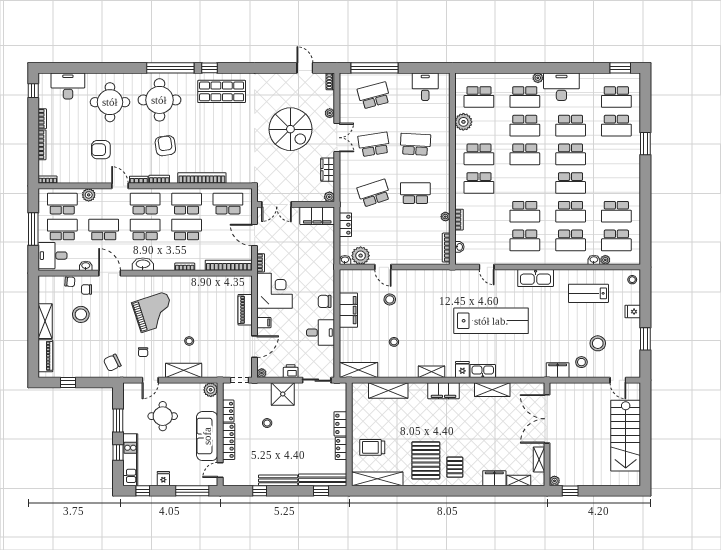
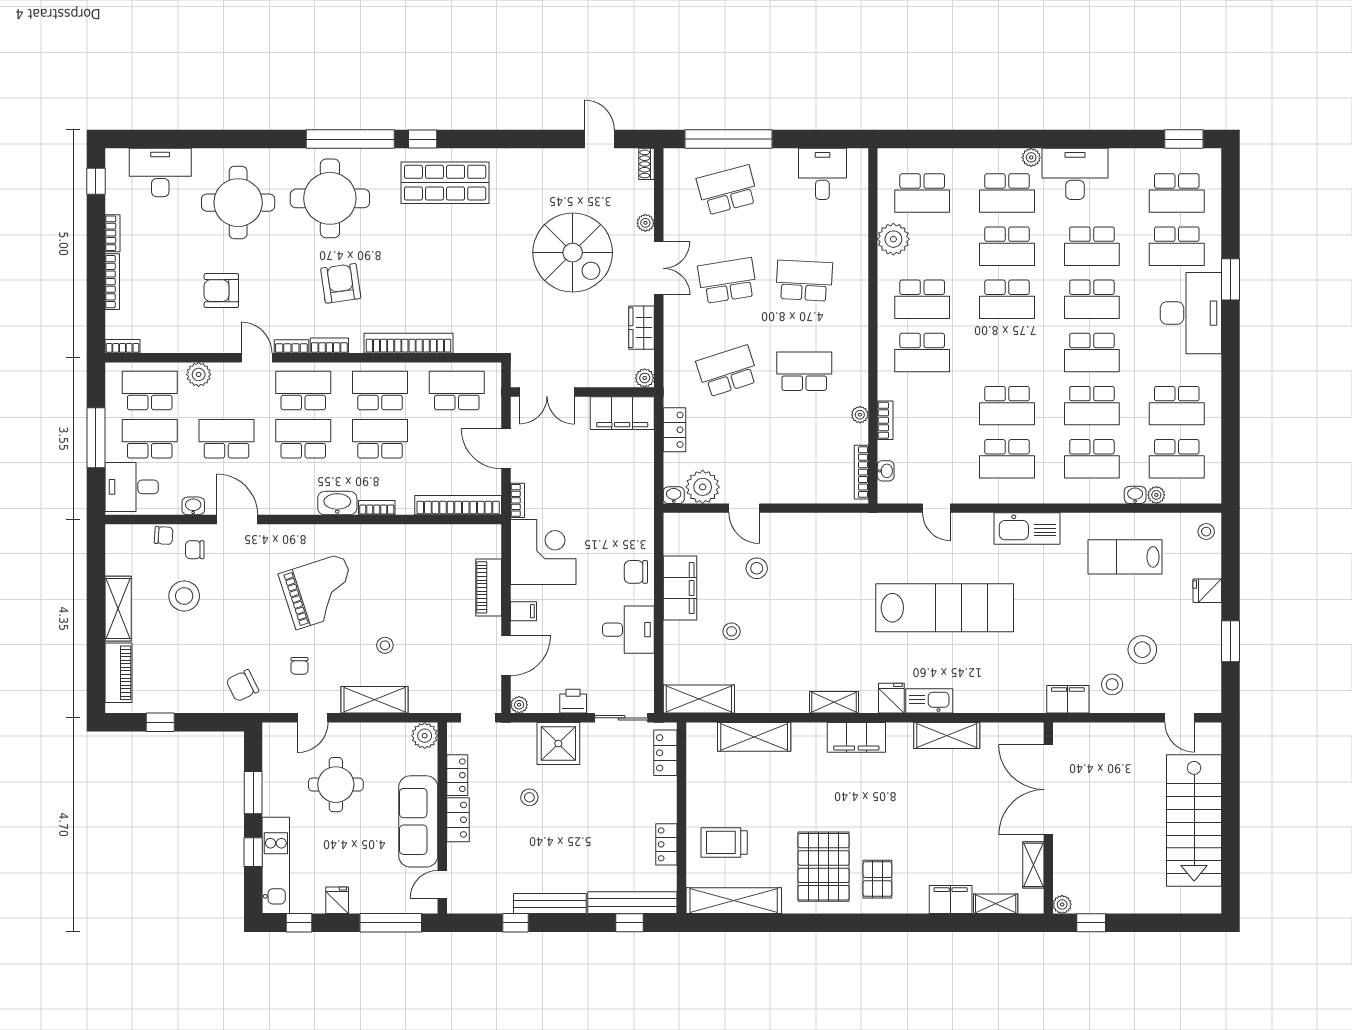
desk: (624, 162) -> (1191, 313), added
washbasin: (143, 264) -> (337, 503), moved
stool: (394, 342) -> (732, 631), moved
locker: (340, 424) -> (665, 753), moved
locker: (229, 441) -> (458, 820), width x0.66

